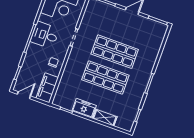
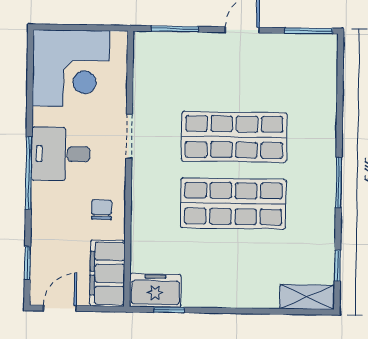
freezer: (84, 108) -> (155, 290), moved
shelving: (105, 118) -> (307, 297), moved

